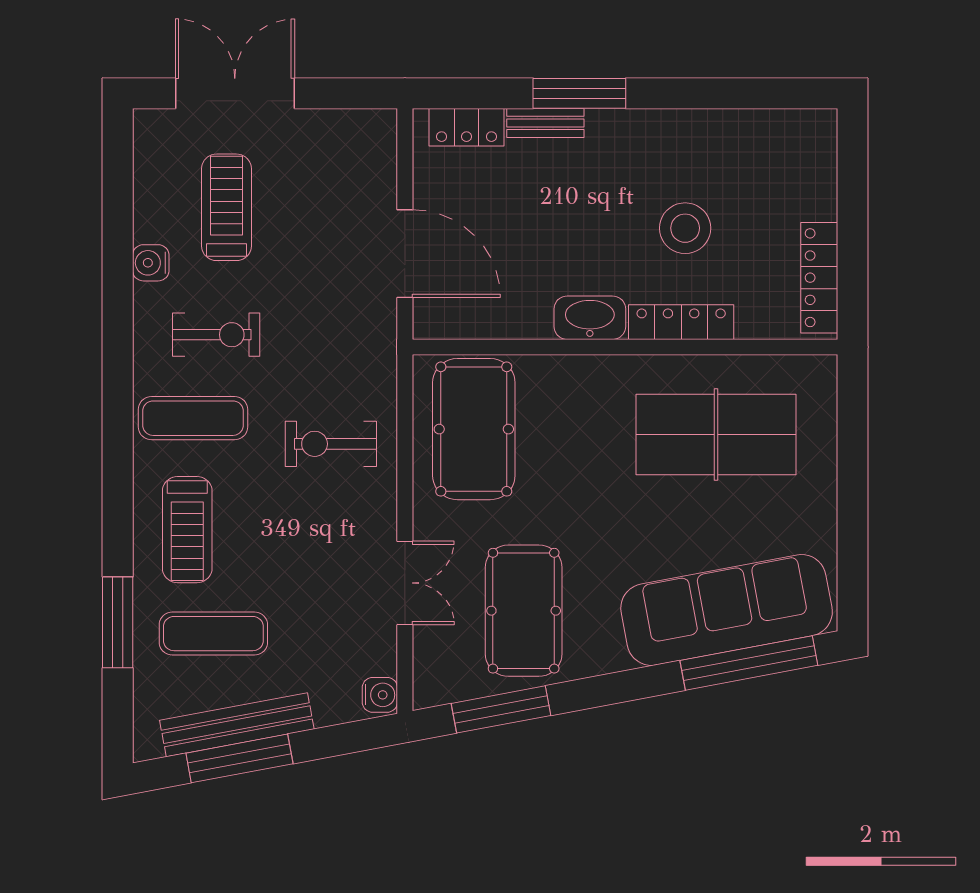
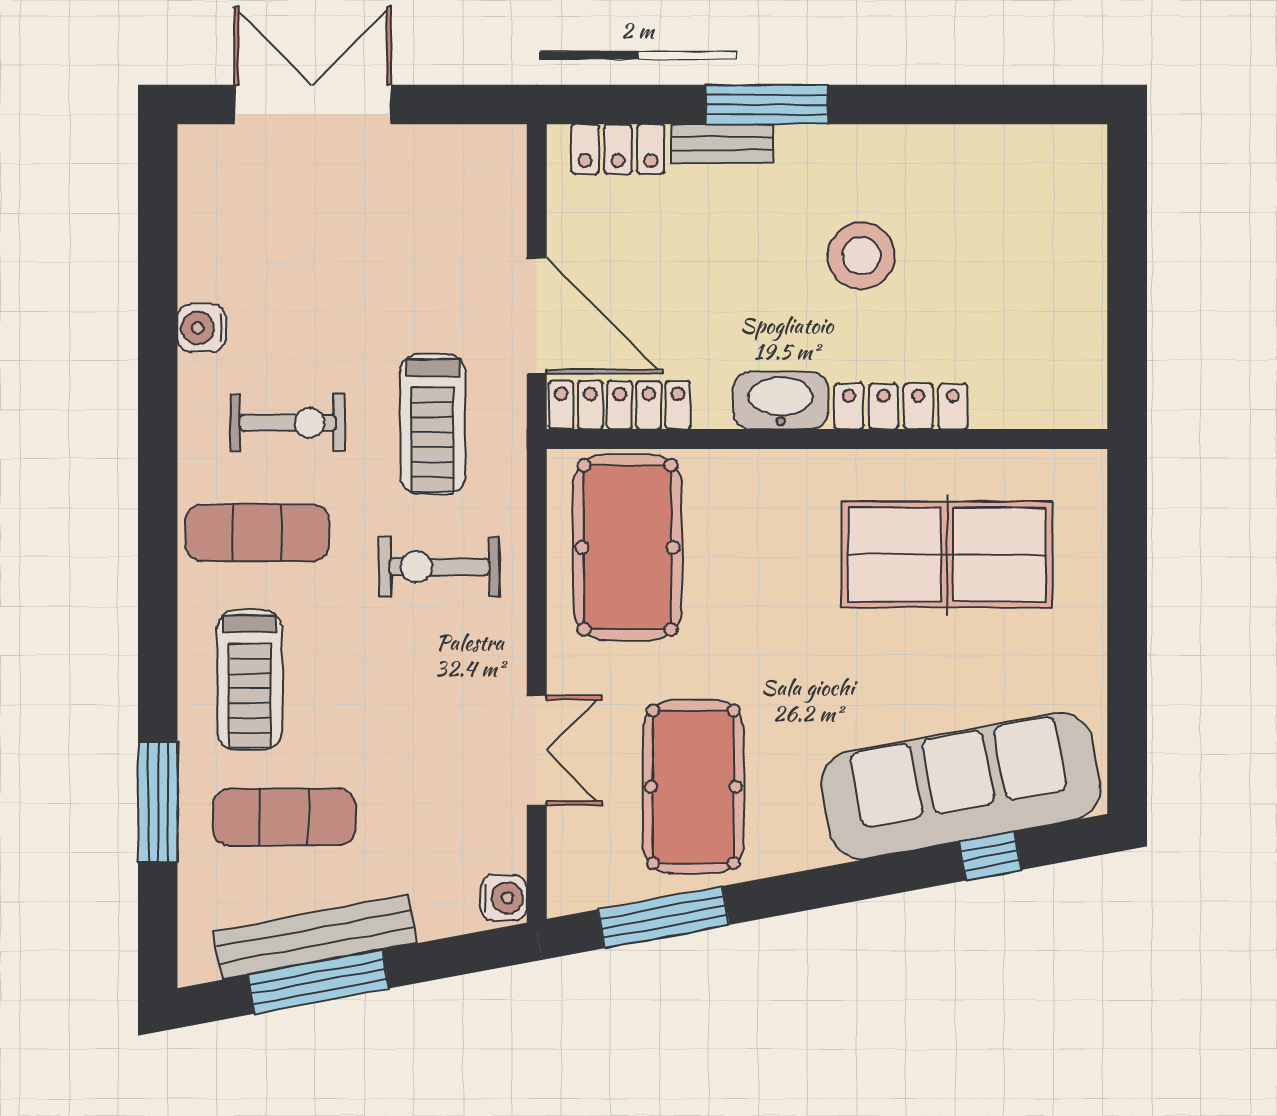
treadmill: (226, 207) -> (433, 424), moved, turned 180
stool: (685, 228) -> (861, 256), moved
locker: (819, 278) -> (620, 405), moved, turned 90
window: (749, 663) -> (990, 856), width x0.32

